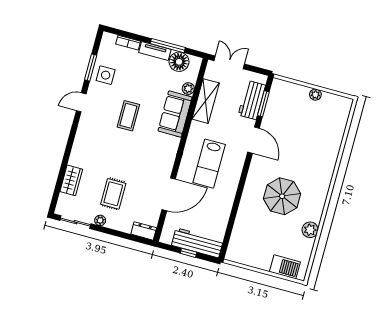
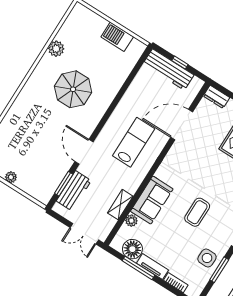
shelving: (206, 101) -> (120, 205), width x0.67, depth x0.75
barbecue: (285, 267) -> (117, 37), moved

